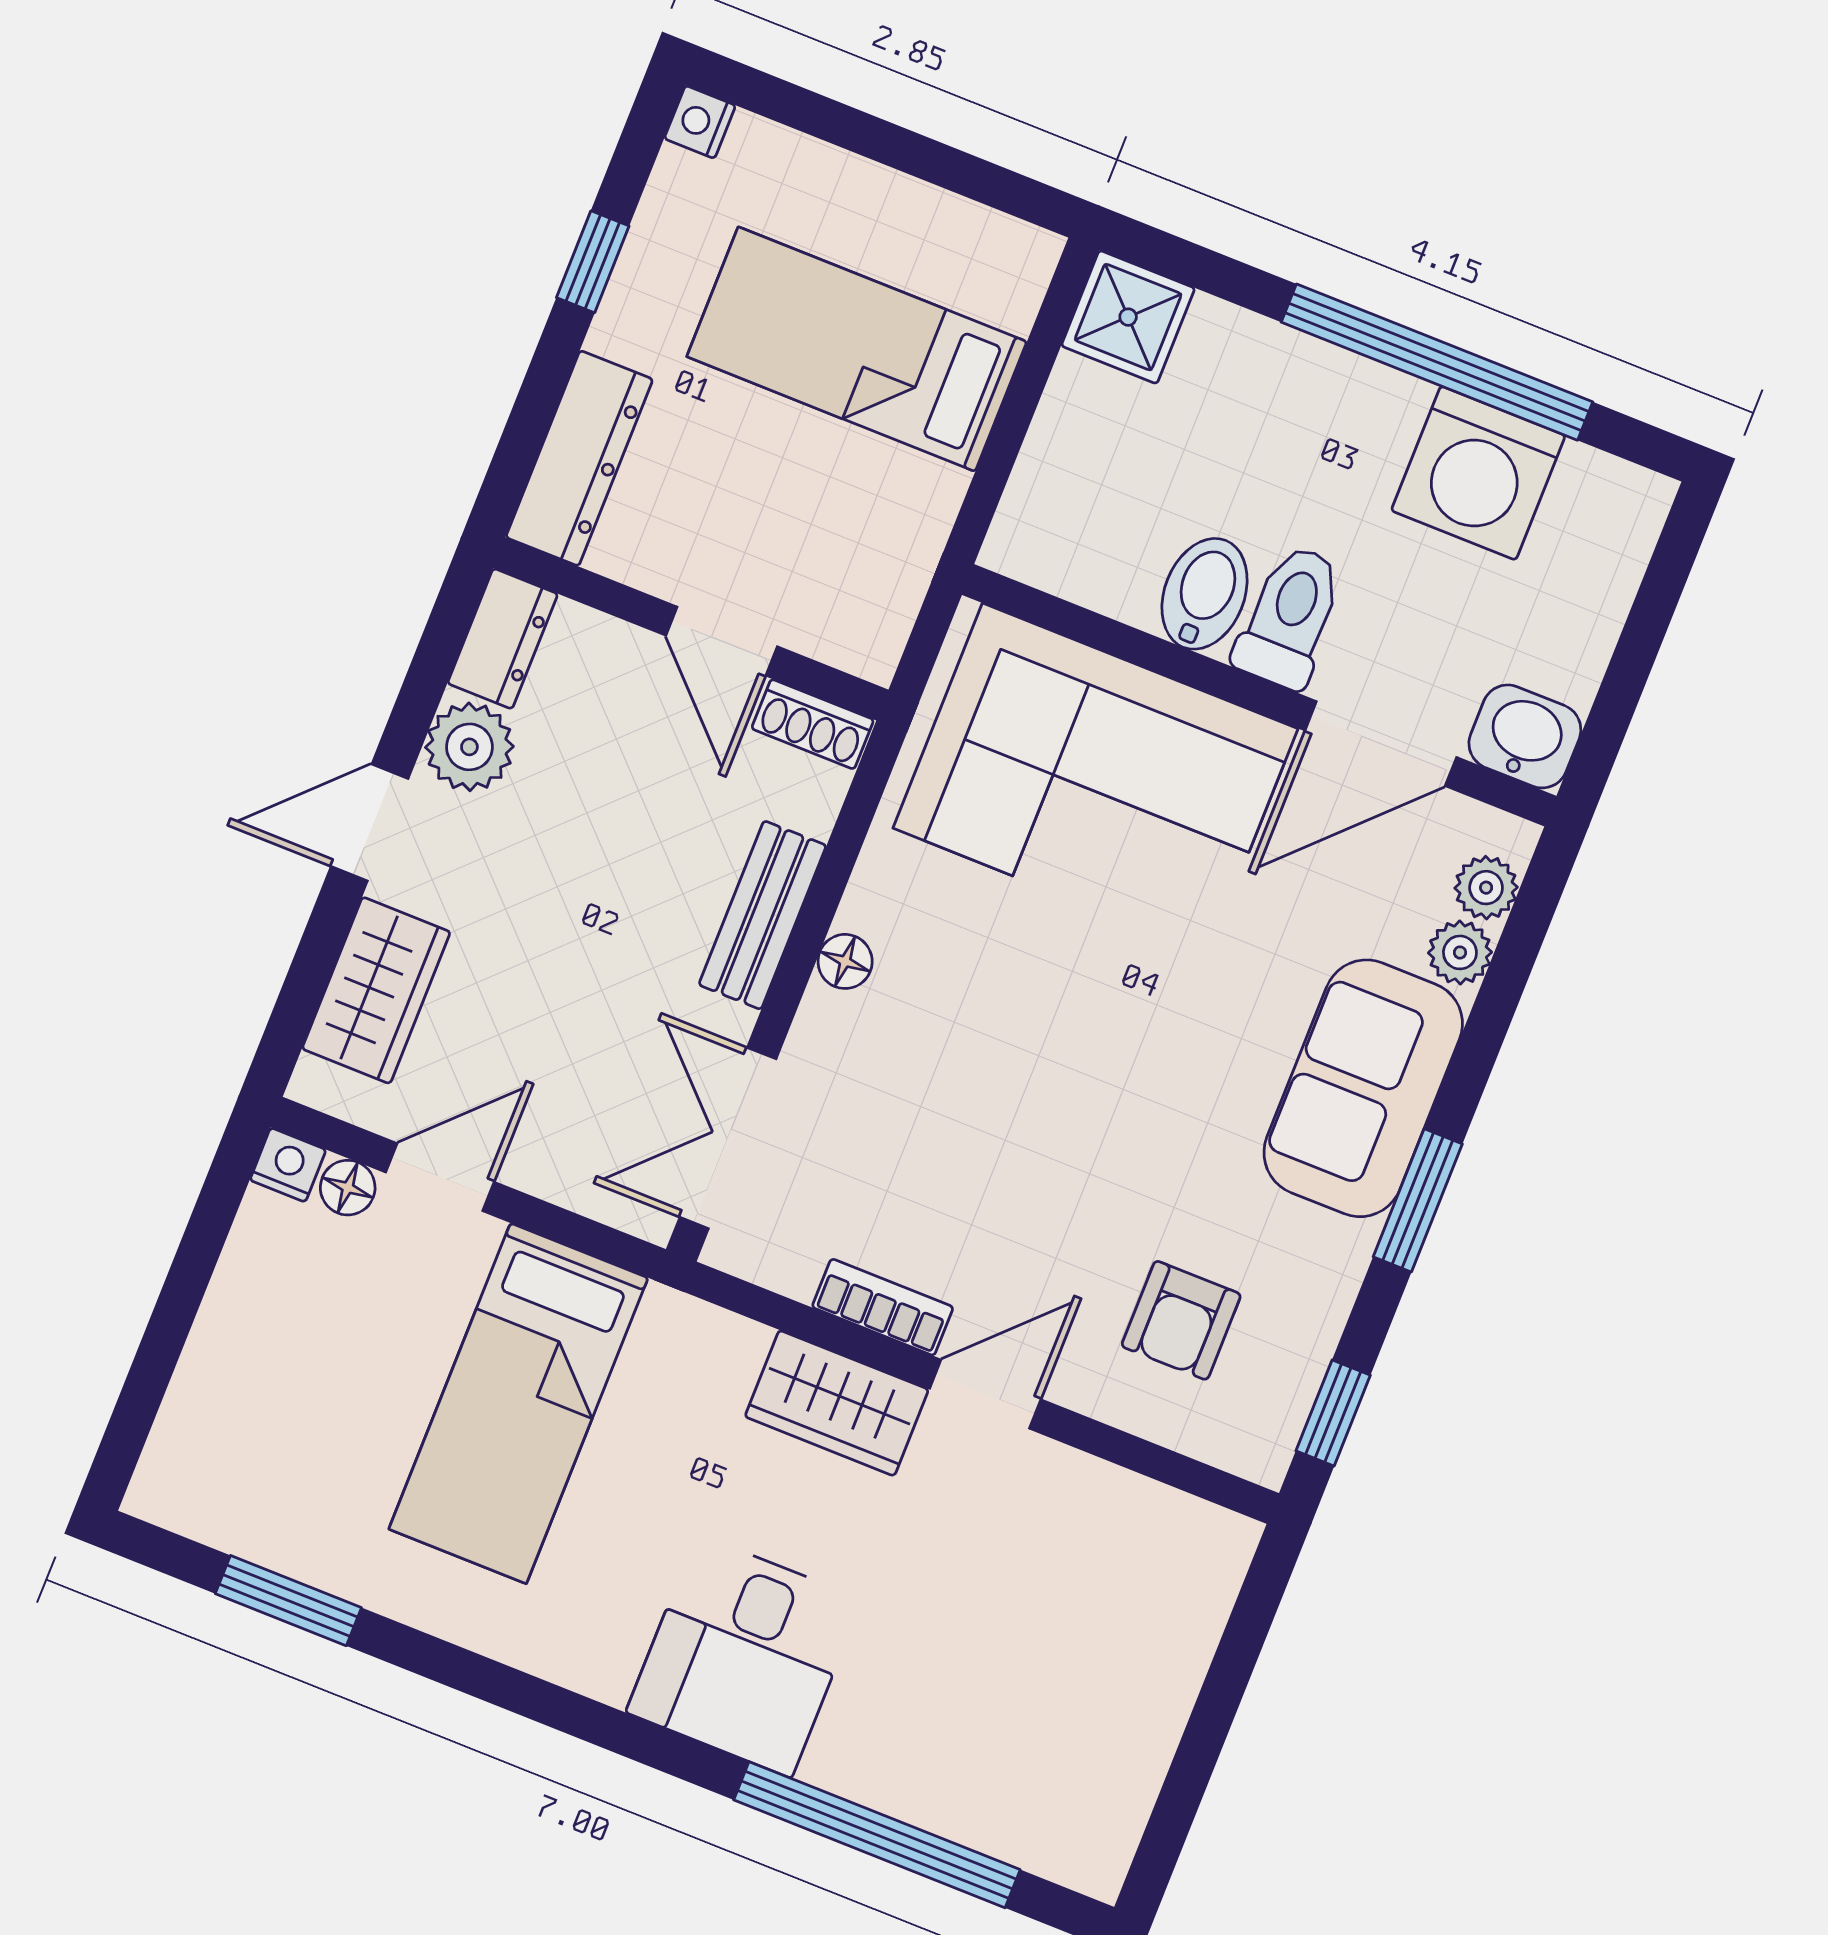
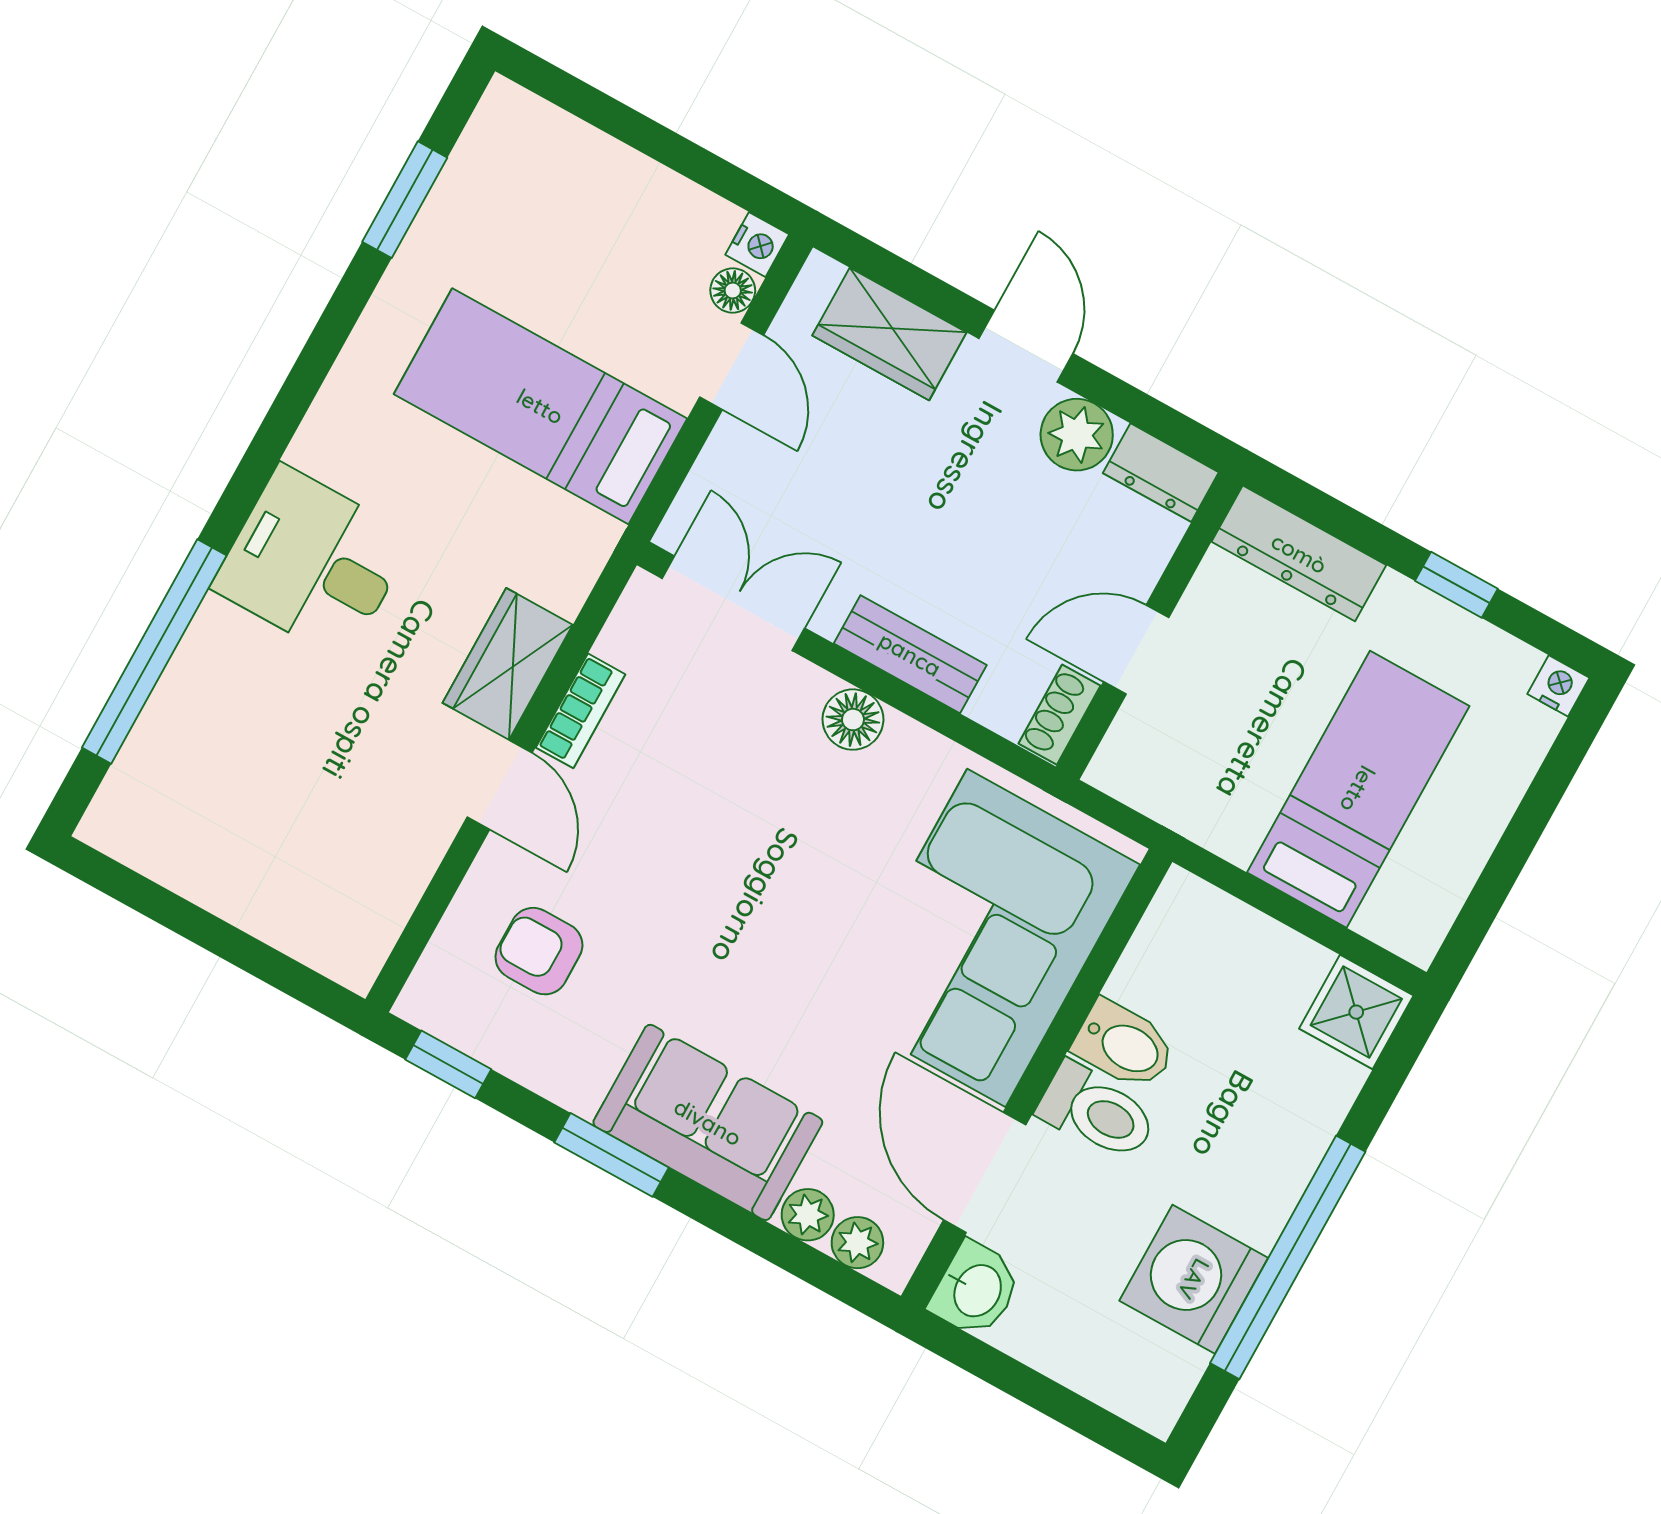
floor lamp: (845, 961) -> (853, 720), width x1.37, depth x1.37

